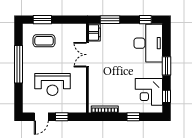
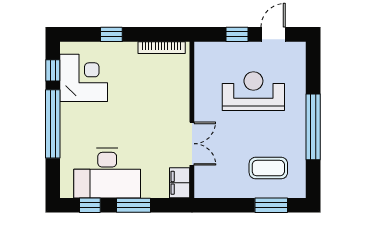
window: (110, 20) -> (133, 205), moved
desk: (148, 43) -> (107, 173), moved, turned -90
window: (166, 66) -> (53, 124), width x2.11

